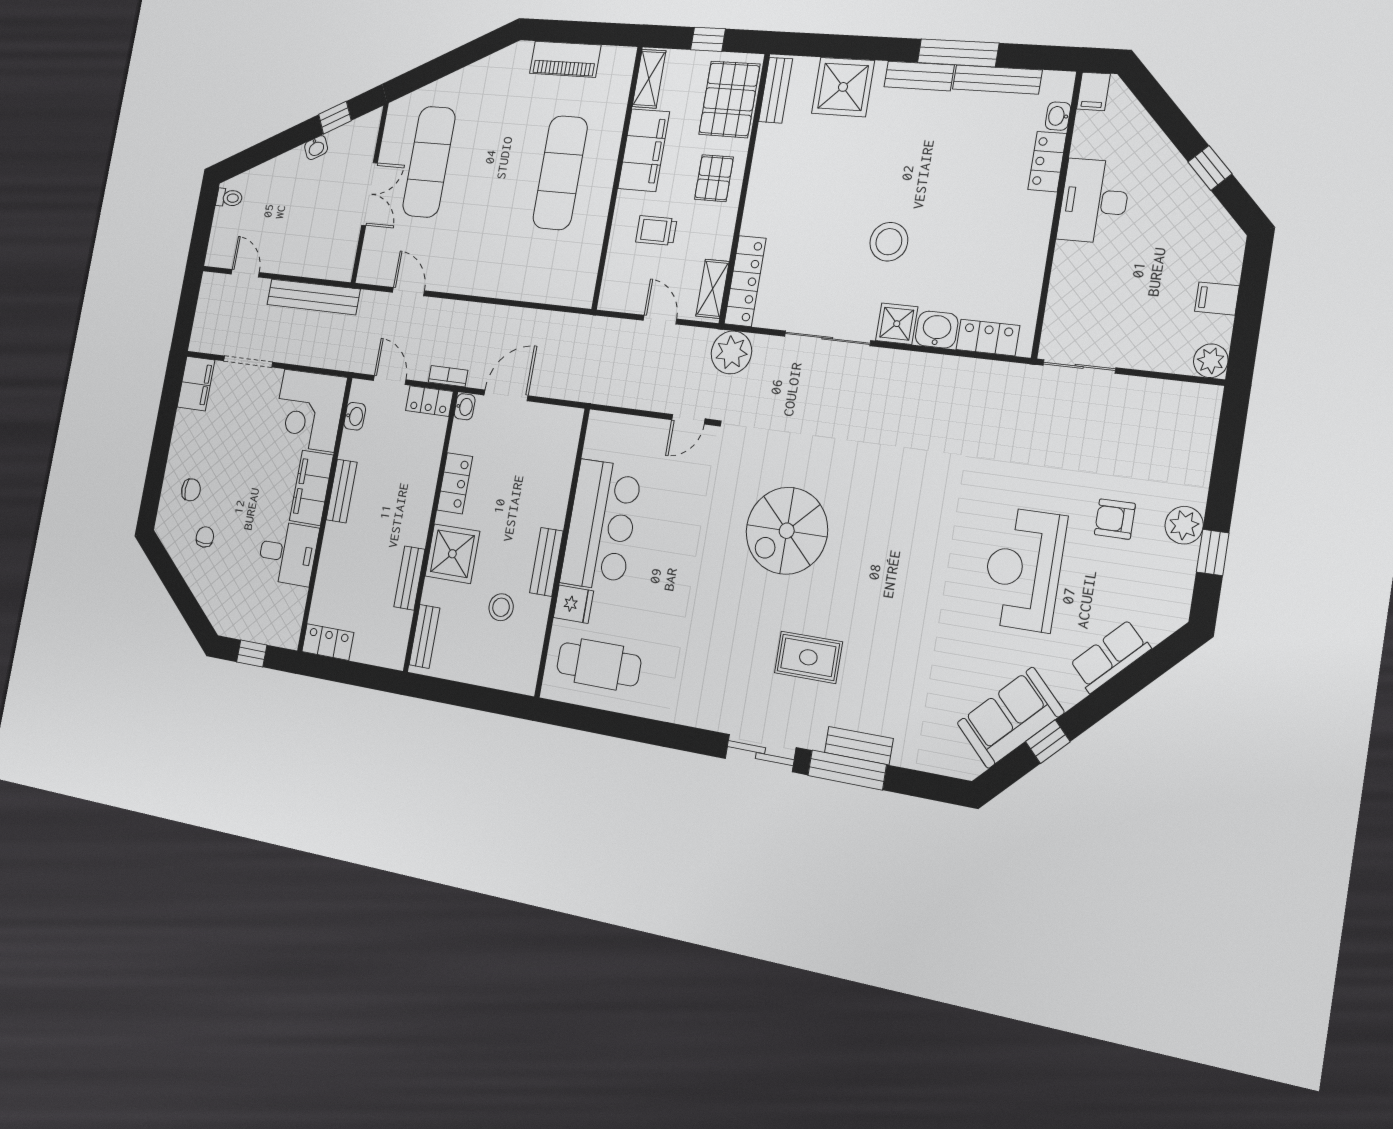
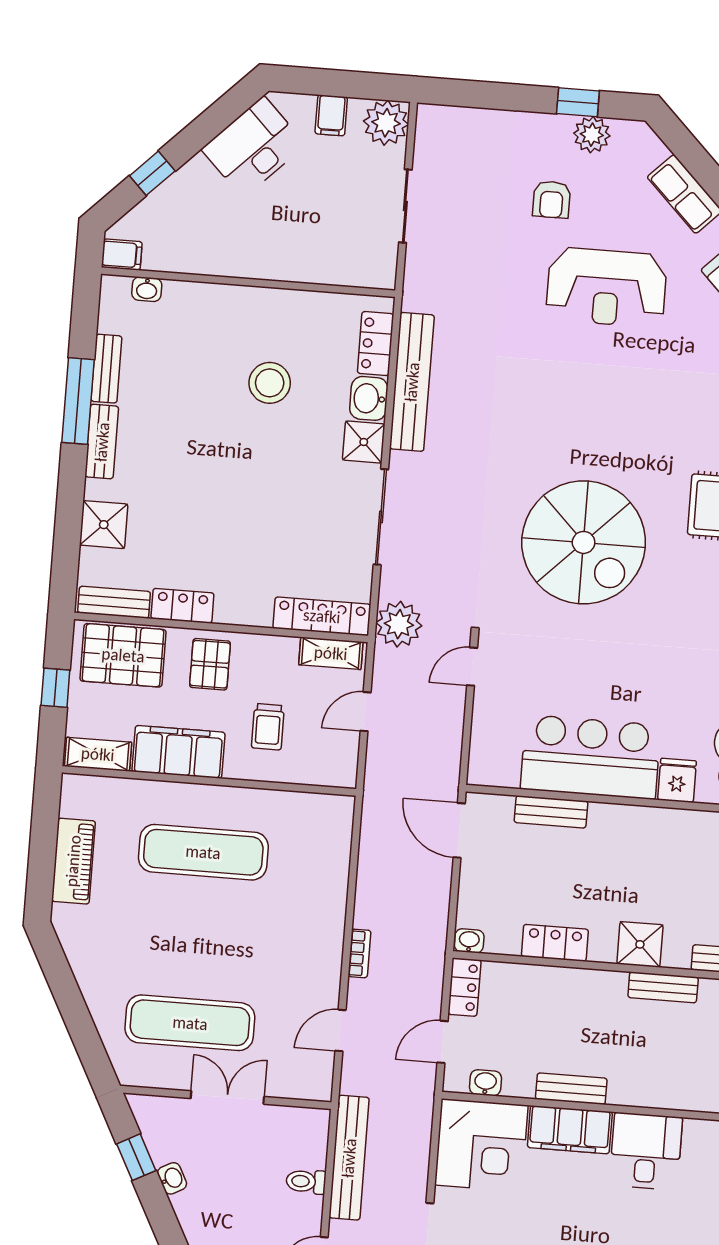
bench: (997, 80) -> (106, 369), width x0.73
shower: (843, 87) -> (104, 525), width x0.73, depth x0.73
locker: (1047, 162) -> (182, 606), moved, turned 180
window: (1210, 168) -> (152, 173), moved
pallet: (714, 178) -> (210, 664), turned 90
desk: (1094, 201) -> (253, 147), moved, turned 135
stool: (889, 242) -> (270, 383), moved
toilet: (300, 260) -> (306, 1182), added
plant: (1211, 361) -> (386, 123), width x1.36, depth x1.36
sliding door: (1079, 366) -> (405, 206), moved
bench: (949, 372) -> (412, 382), added
bookcase: (448, 376) -> (359, 953), moved, turned 180
door: (506, 395) -> (459, 830), moved
door: (688, 419) -> (472, 667), swing flipped
plant: (1184, 525) -> (592, 135), moved
spiral stairs: (787, 531) -> (584, 542), width x1.37, depth x1.37
shower: (452, 554) -> (640, 944), width x0.73, depth x0.73
bench: (546, 562) -> (551, 812), moved
stool: (501, 607) -> (687, 868), removed

